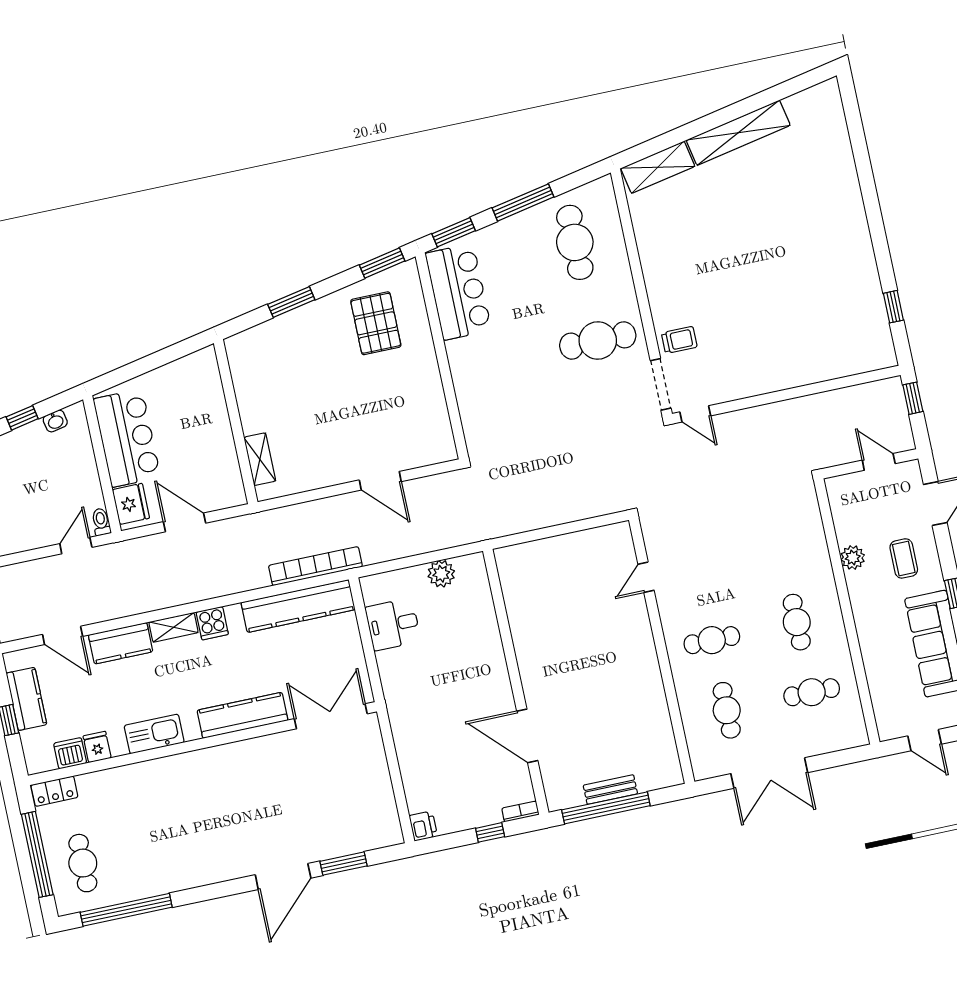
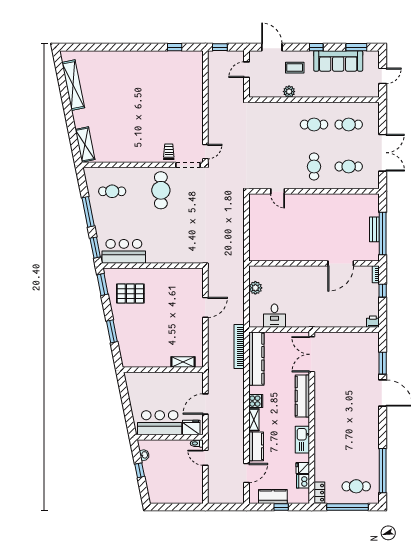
shelving: (738, 133) -> (73, 85), moved
cafe table: (575, 242) -> (112, 191), width x0.73, depth x0.74
cafe table: (812, 692) -> (349, 125), turned 90

